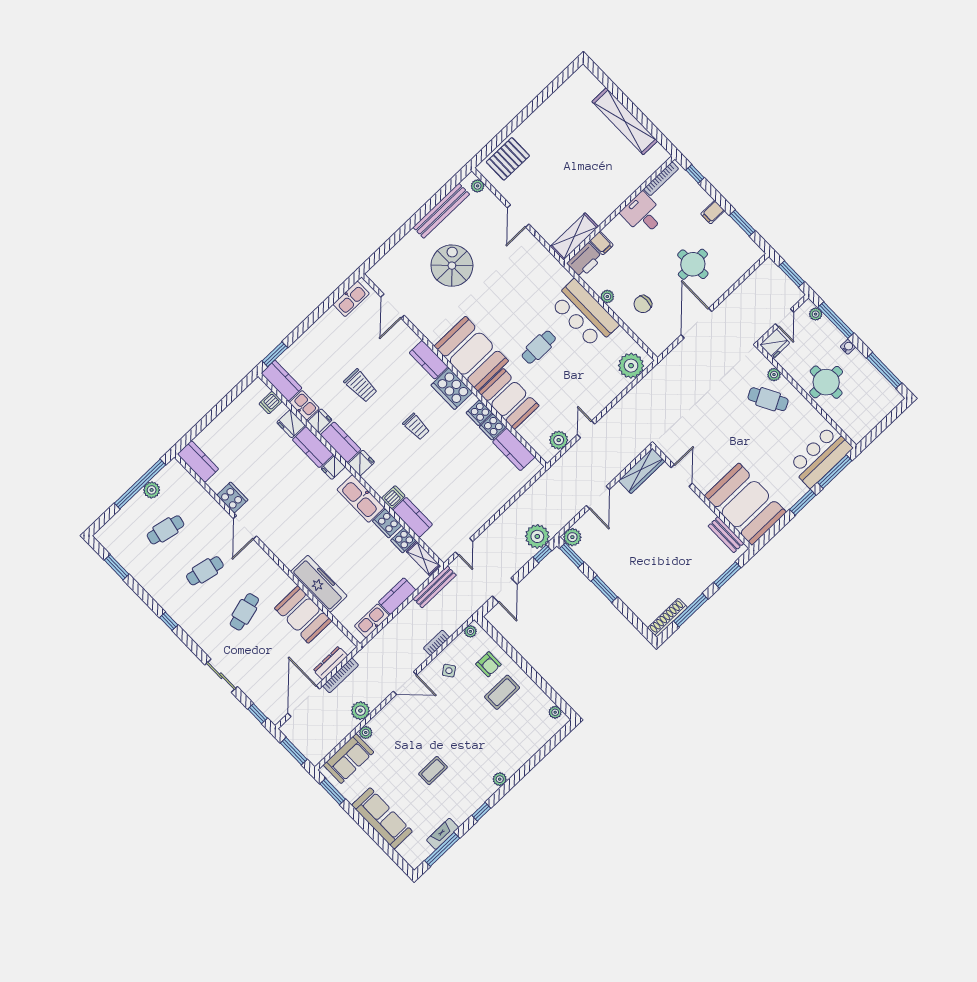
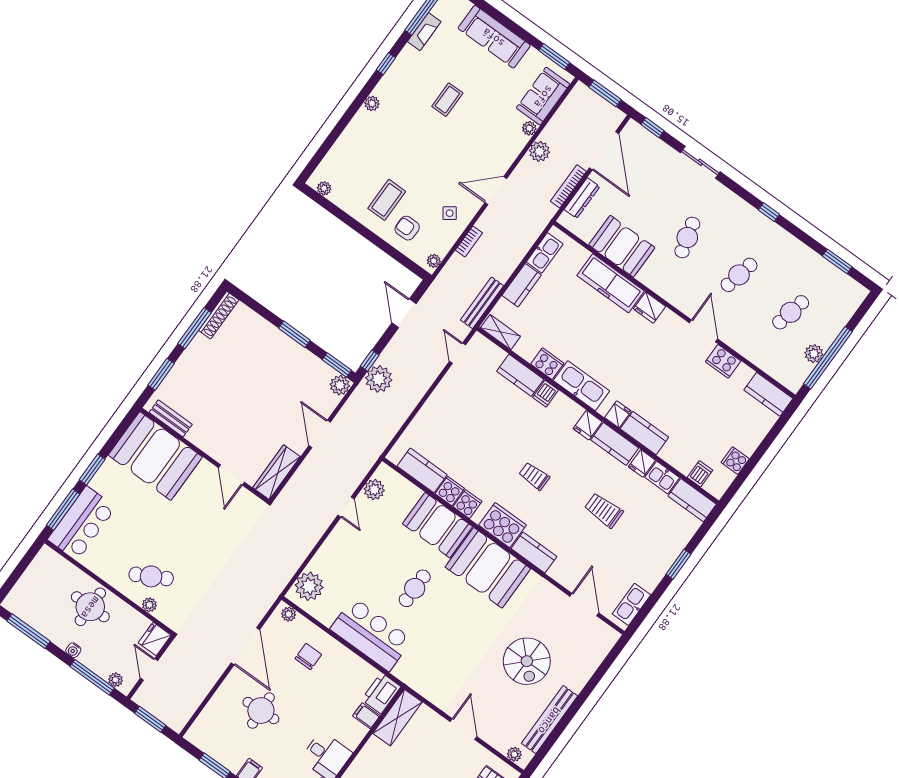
plant: (607, 296) -> (289, 614), moved
window: (275, 354) -> (678, 564), moved
fridge: (291, 424) -> (650, 308), moved, turned 180
cooker: (403, 540) -> (735, 461), moved, turned -90

